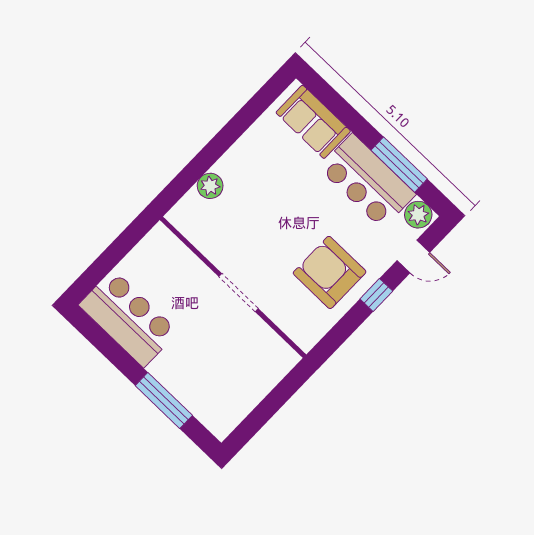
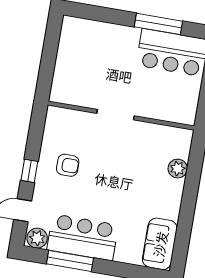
sofa: (313, 122) -> (160, 244), moved, turned -90
armchair: (330, 272) -> (68, 165), width x0.53, depth x0.53
window: (164, 400) -> (158, 24), moved

